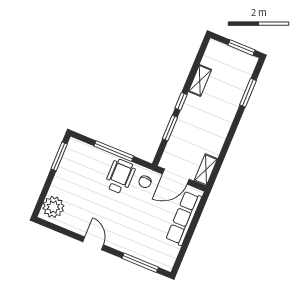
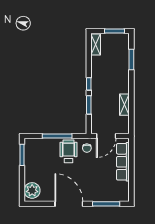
shelving: (200, 81) -> (96, 45), moved
shelving: (206, 170) -> (124, 105), moved
door: (93, 243) -> (69, 204), width x1.88

